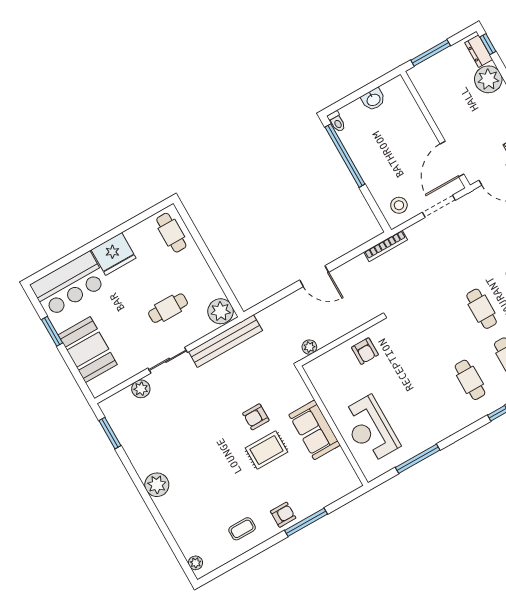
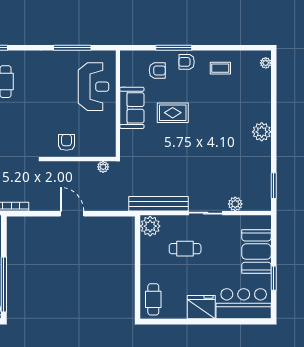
armchair: (256, 417) -> (157, 70), moved

